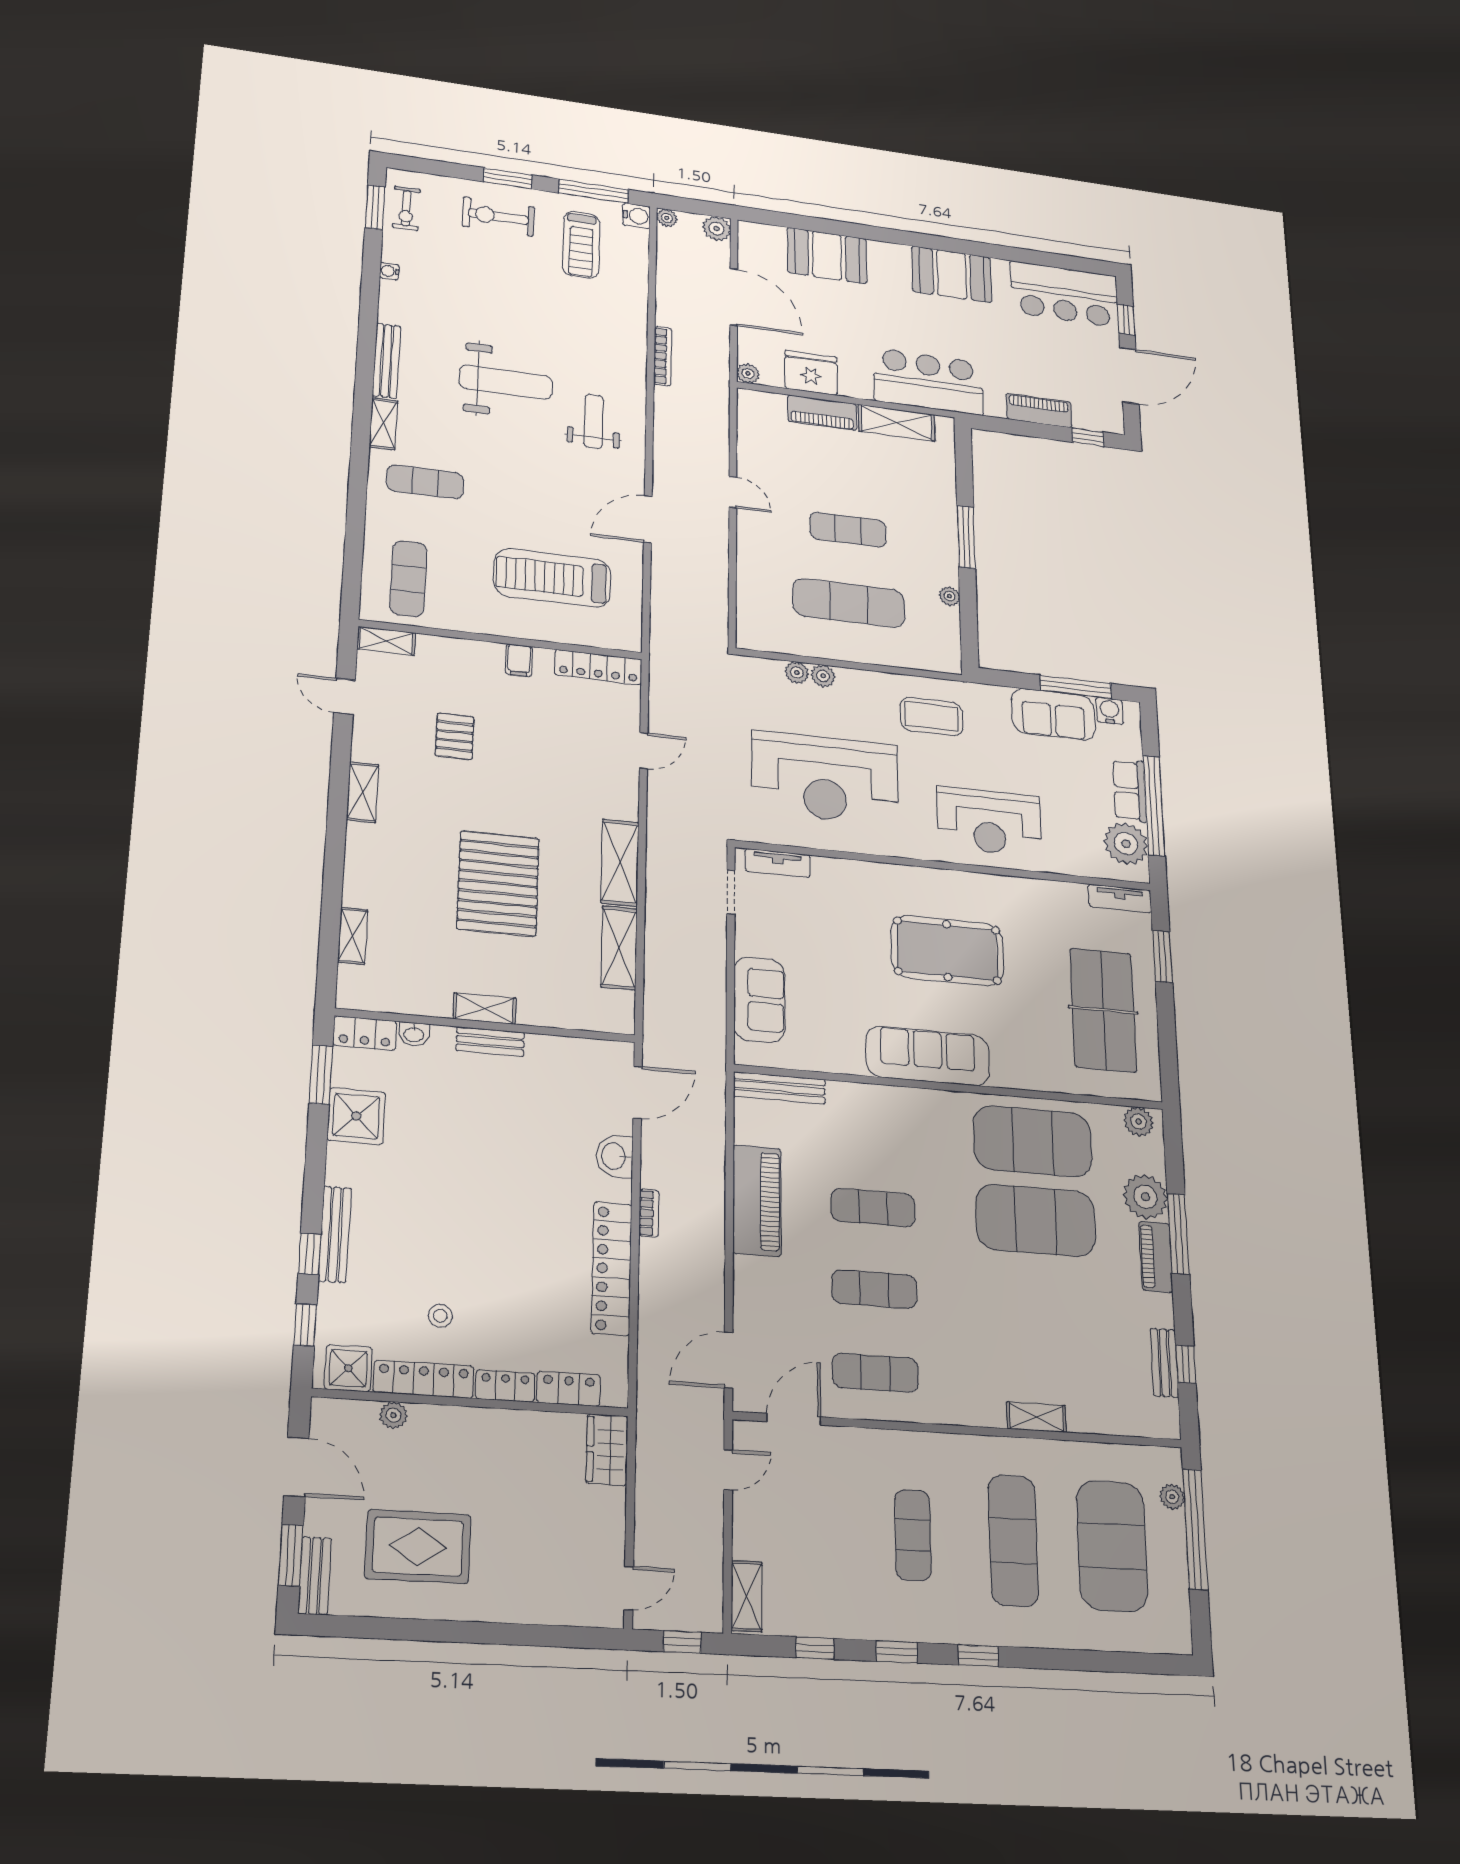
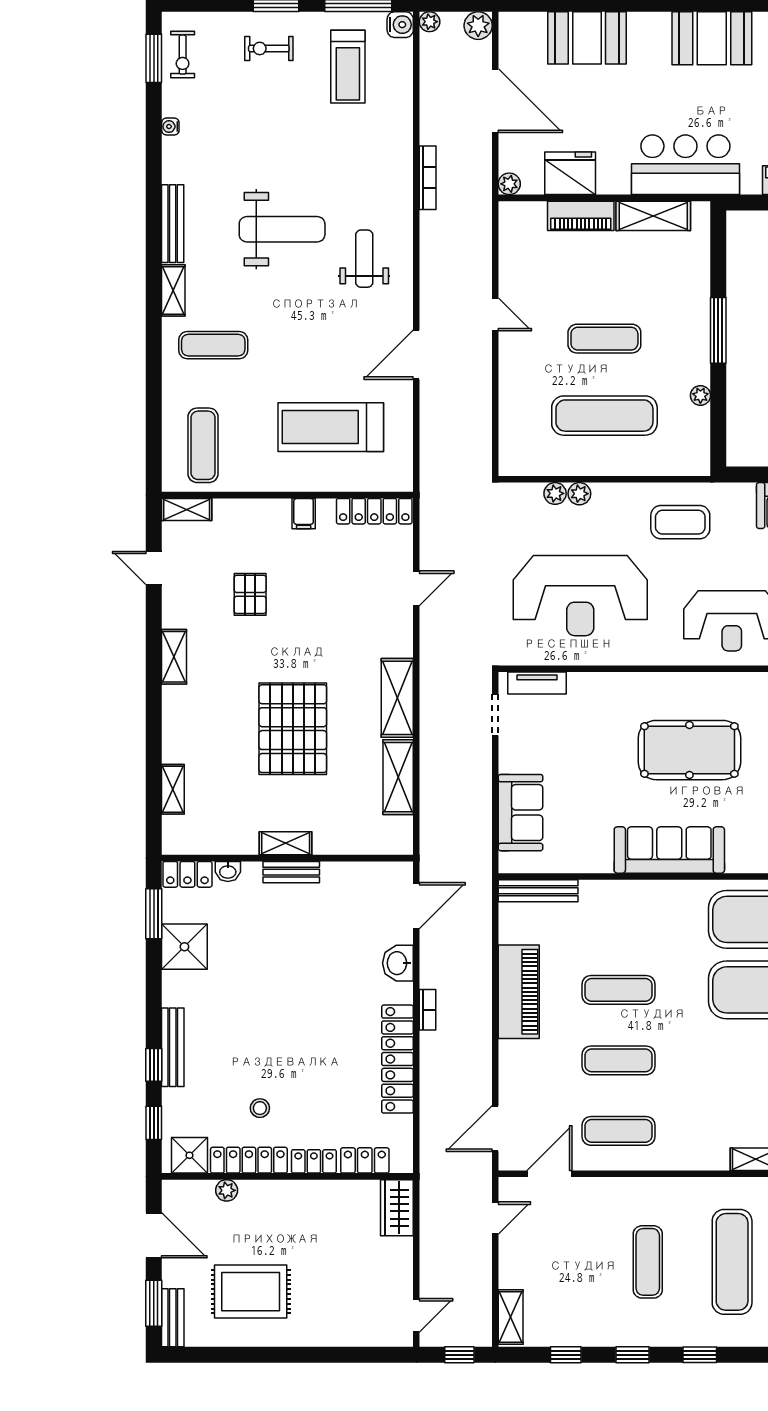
exercise bike: (498, 217) -> (269, 48), width x0.73, depth x0.72

